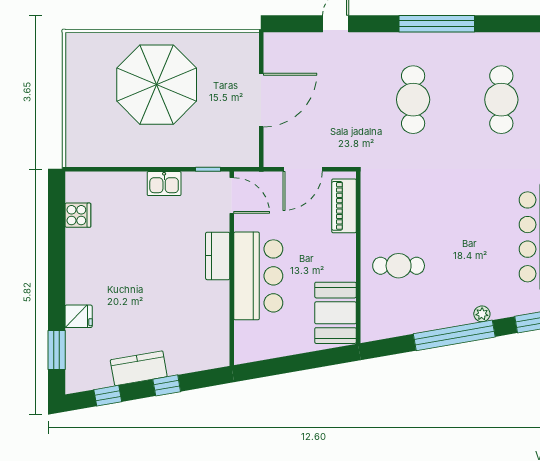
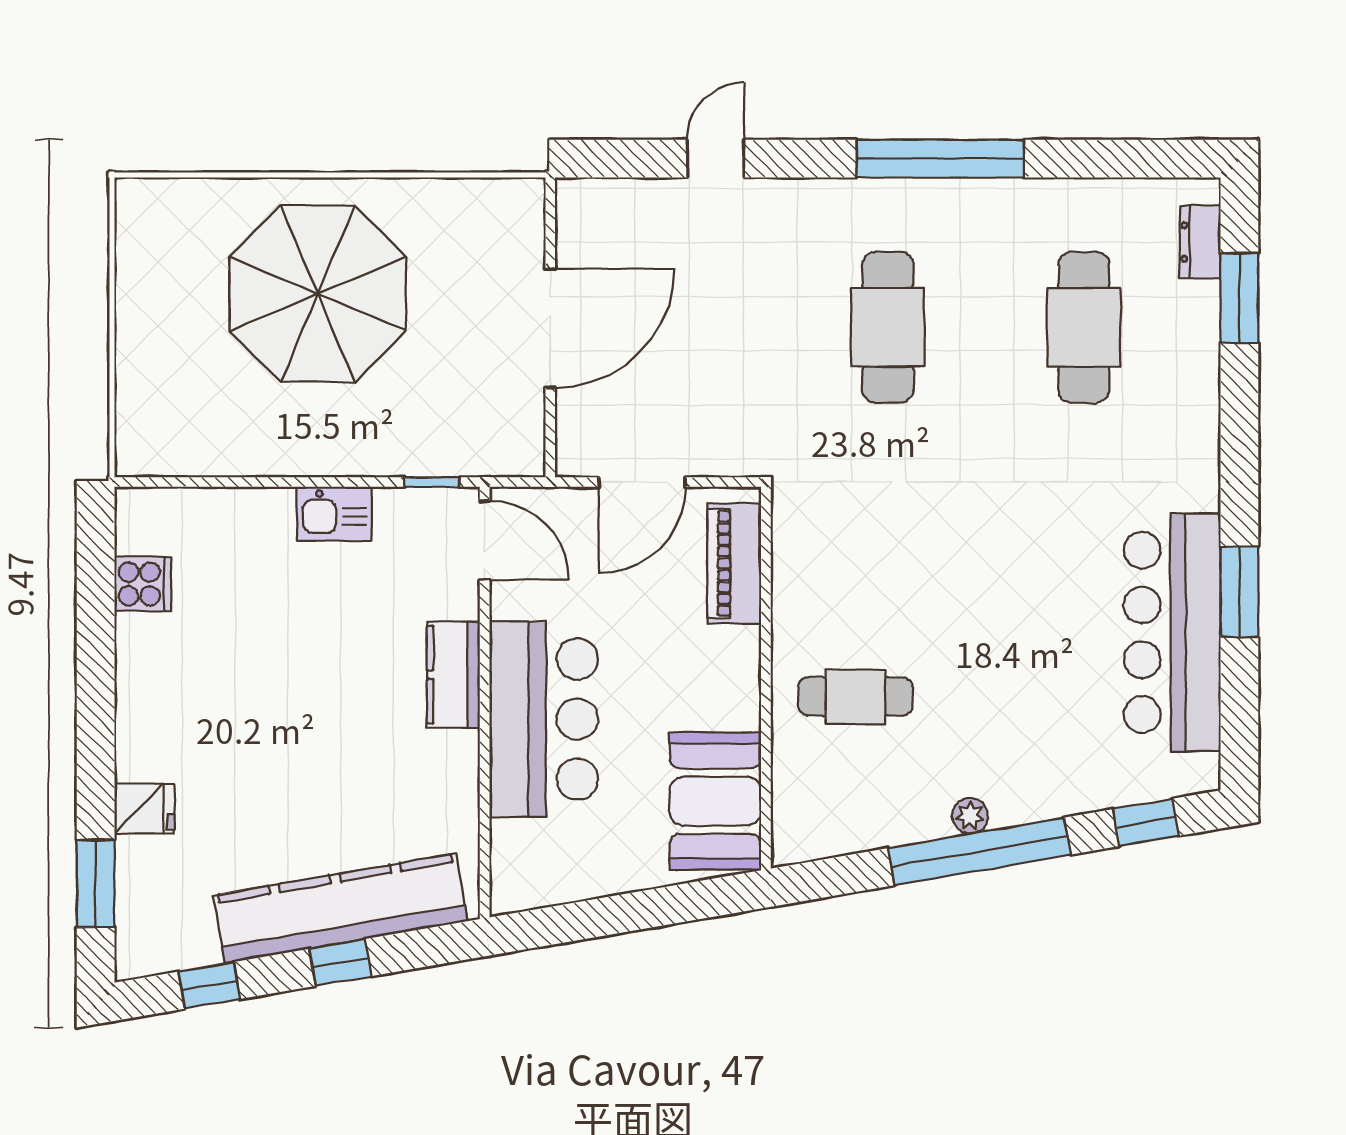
plant: (482, 314) -> (970, 816), moved
kitchen counter: (139, 368) -> (340, 908), width x2.08, depth x1.17

